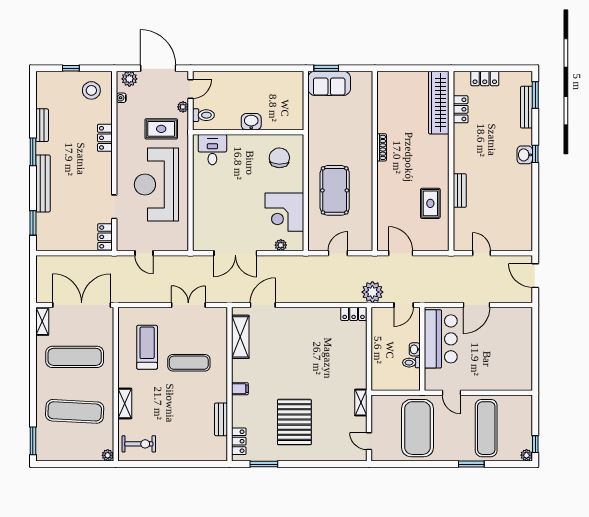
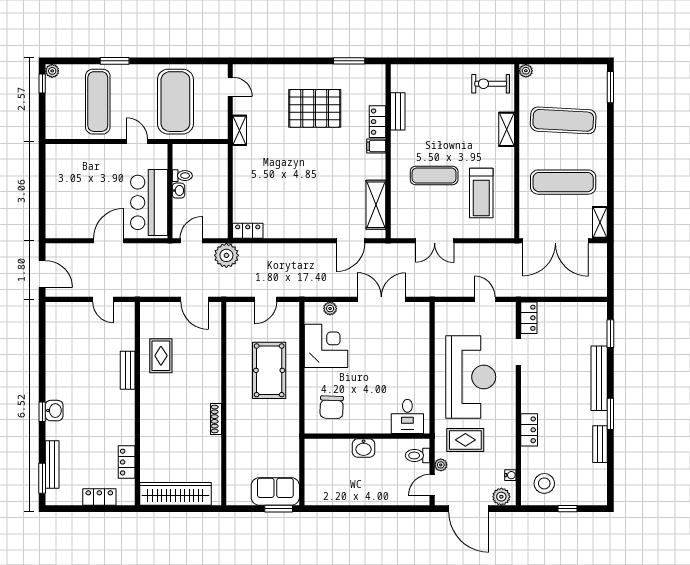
wardrobe: (439, 103) -> (175, 494), moved, turned -90
pallet: (294, 422) -> (315, 108), turned 90
locker: (239, 441) -> (378, 122), moved

